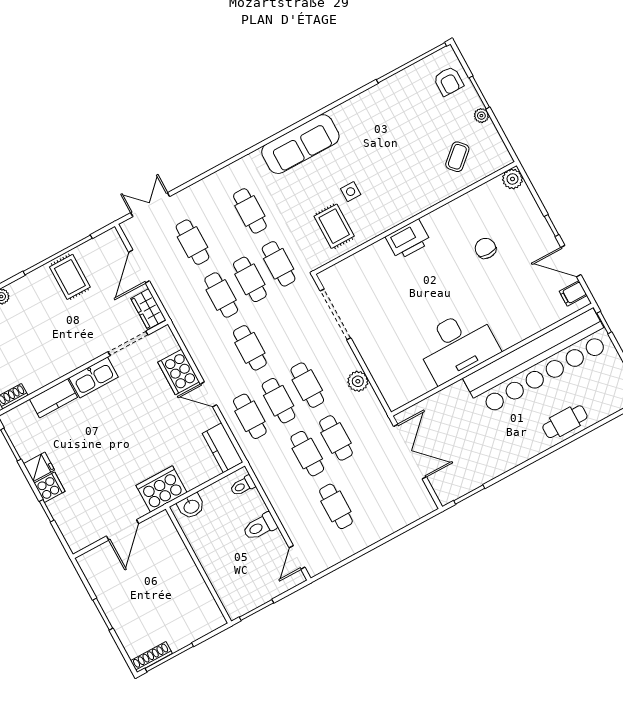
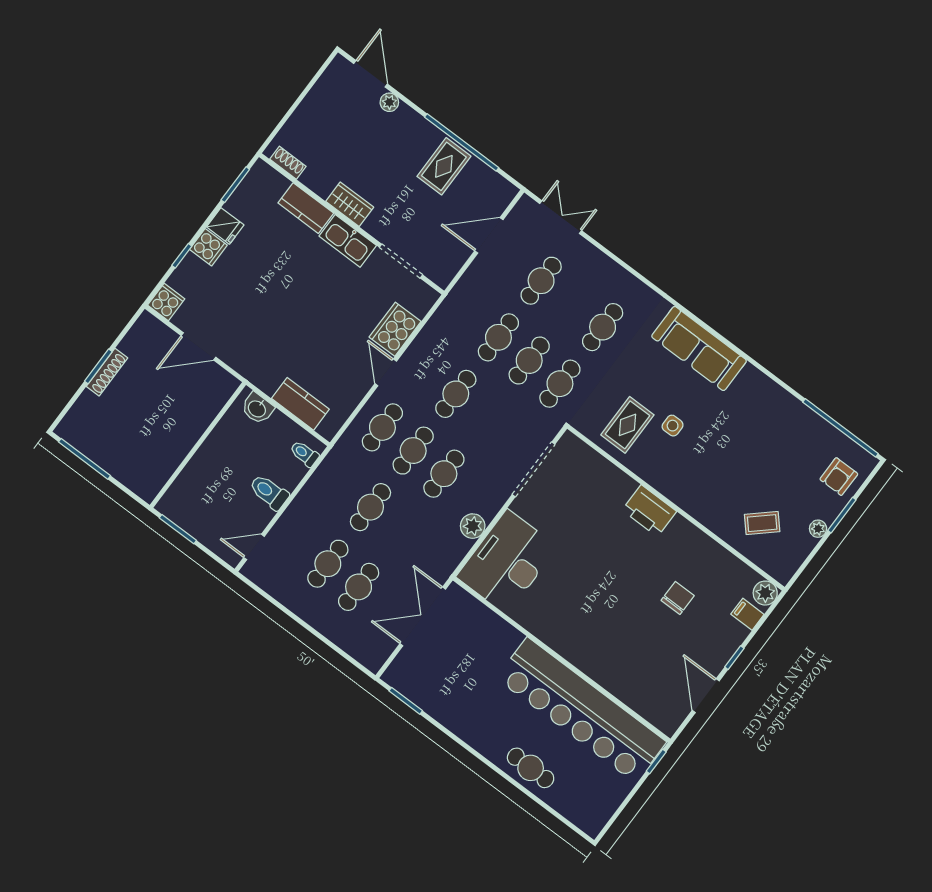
filing cabinet: (573, 293) -> (747, 614), moved
wardrobe: (148, 309) -> (350, 204), moved, turned 90
desk: (457, 345) -> (507, 562), moved, turned 90
cafe table: (336, 438) -> (359, 587), moved
kitchen counter: (223, 448) -> (300, 404), moved, turned 90
double door: (410, 452) -> (423, 616), swing flipped
cooker: (162, 489) -> (166, 302), moved, width x0.53, depth x0.76
shoe rack: (151, 657) -> (107, 372), moved, turned 90

